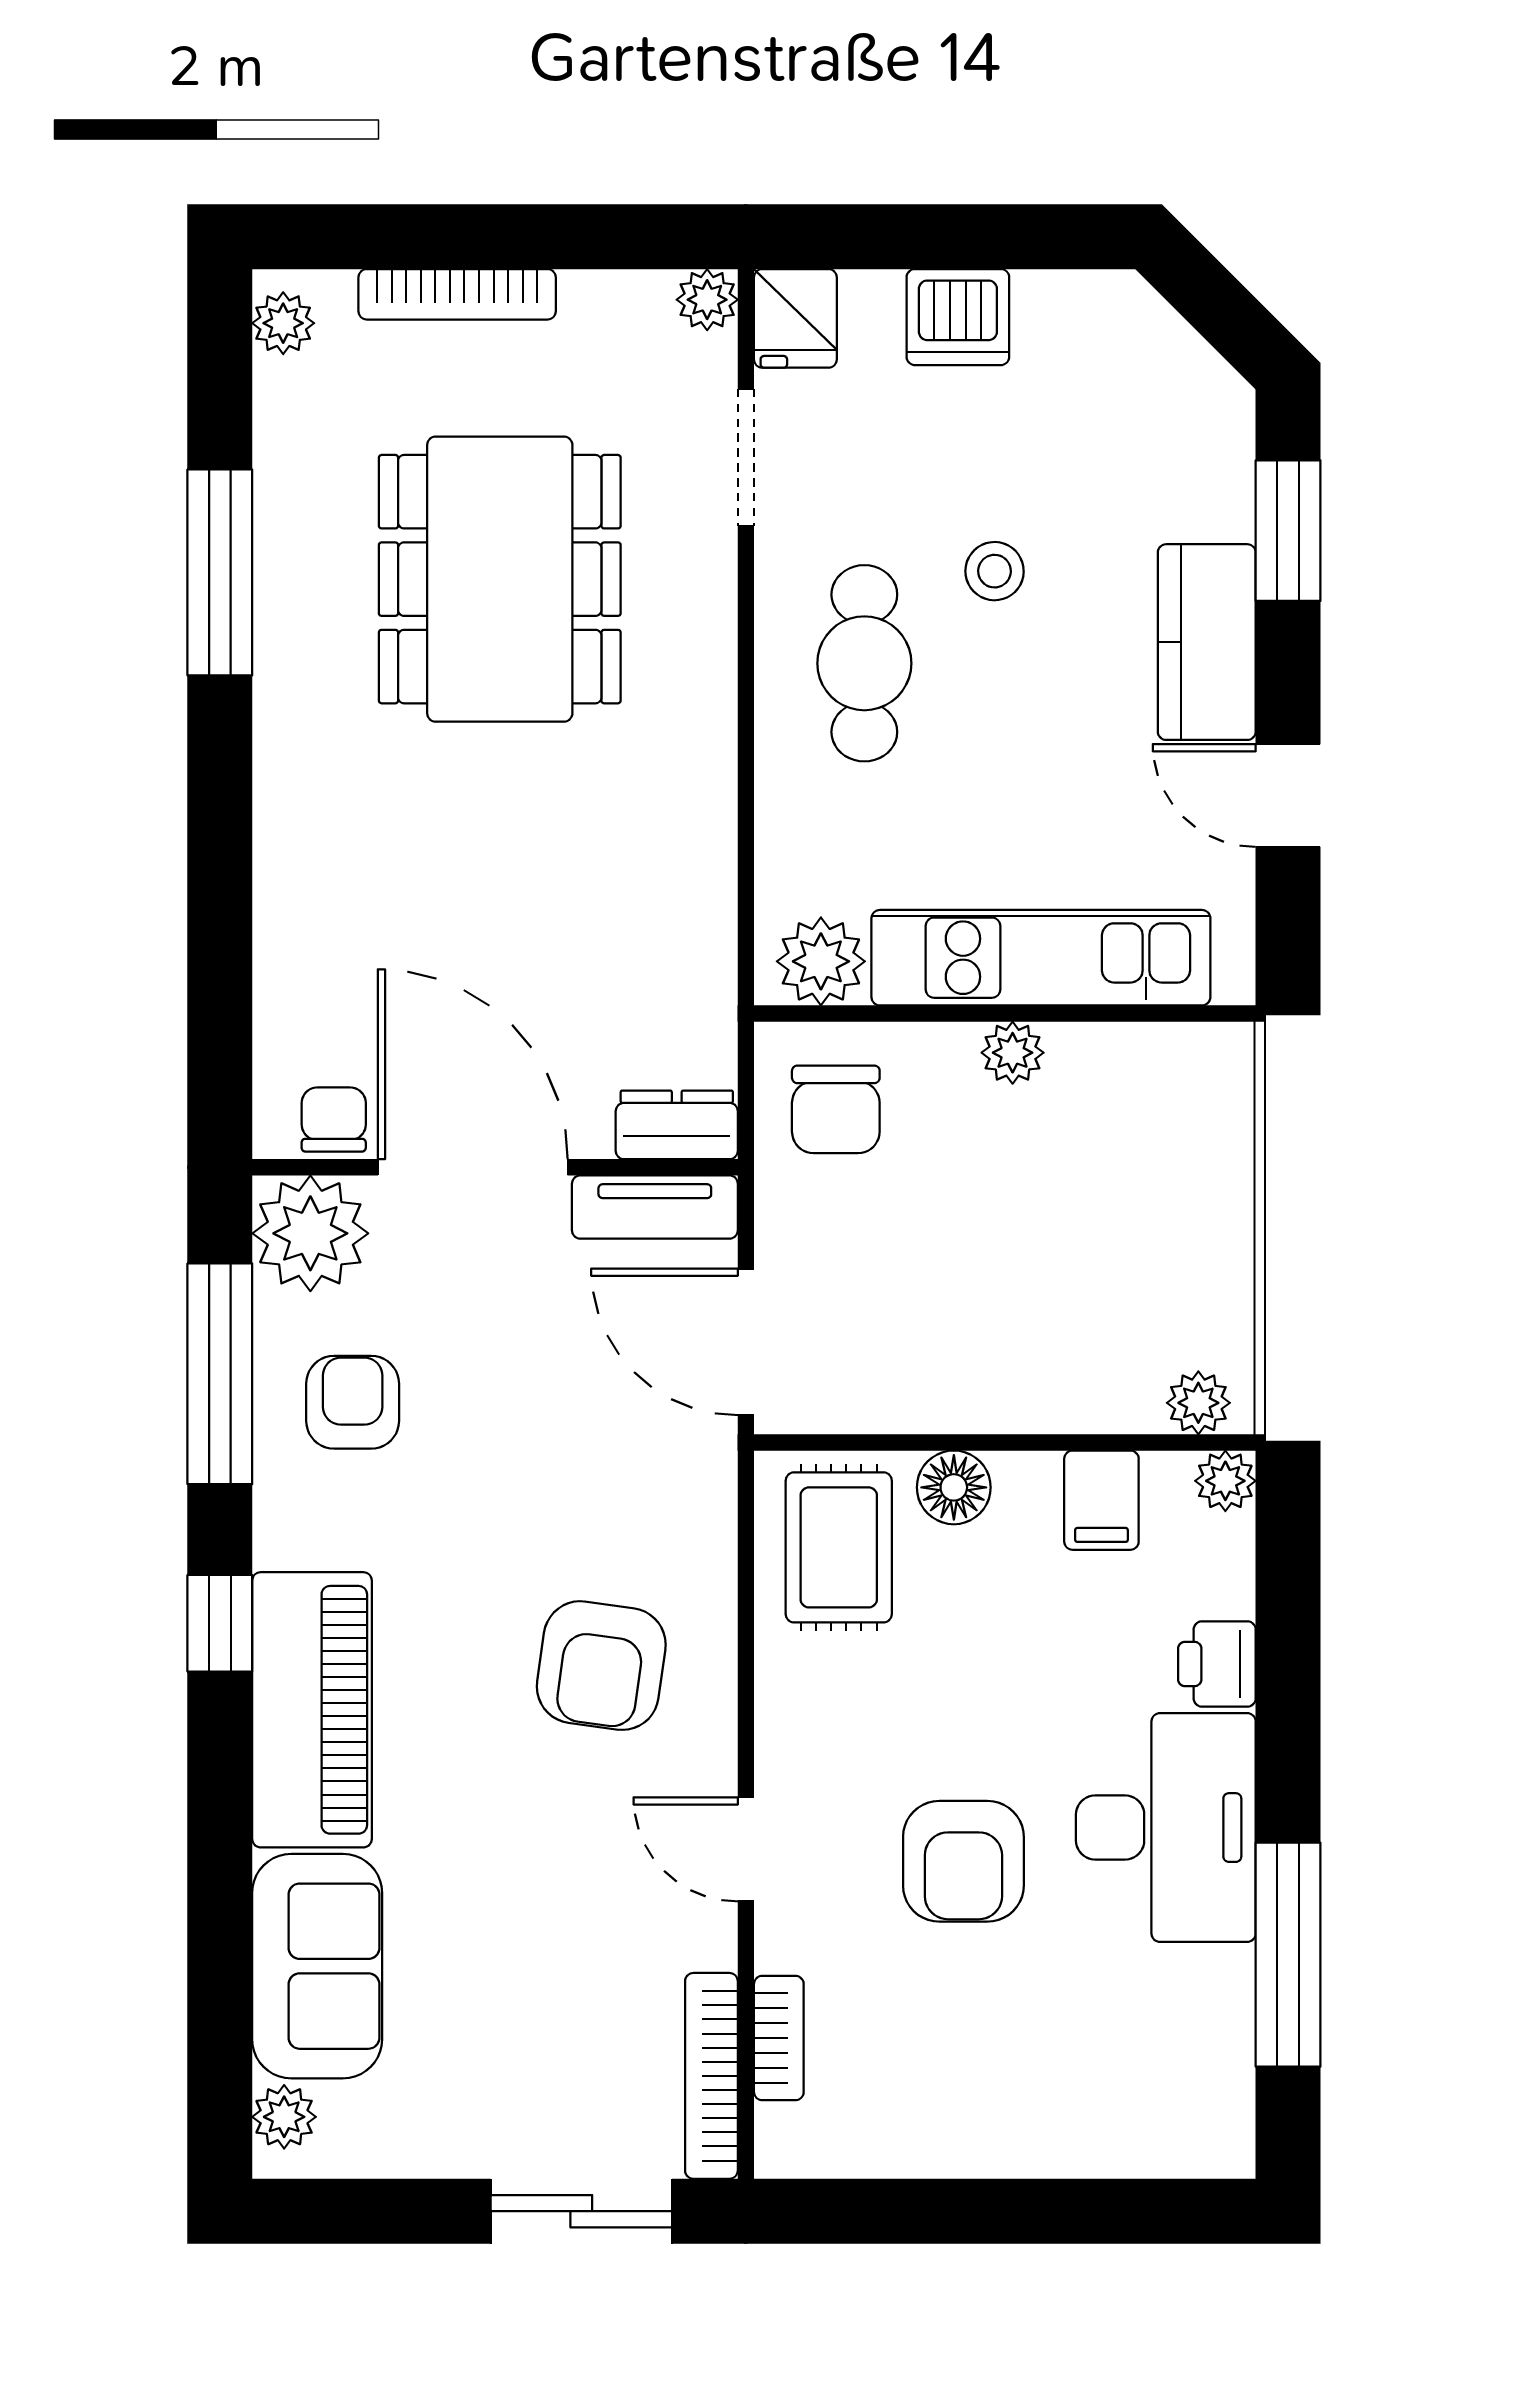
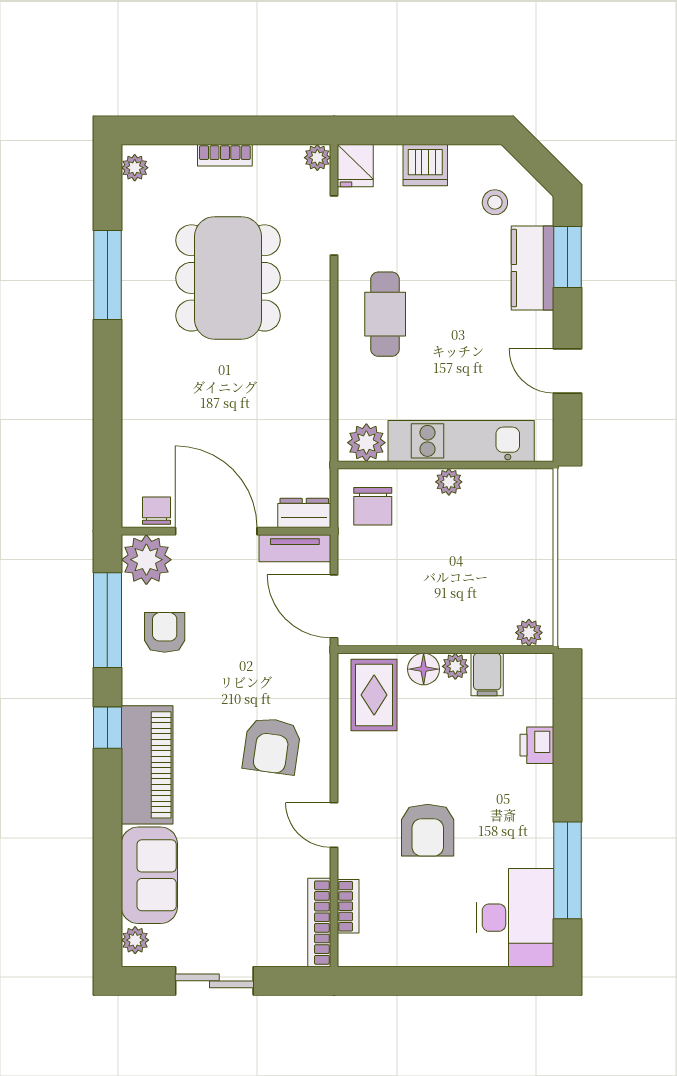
bookcase: (457, 294) -> (225, 155), width x0.64
stool: (995, 571) -> (495, 202), moved
kitchen counter: (1207, 642) -> (532, 268), moved
plant: (1225, 1481) -> (455, 666), moved
desk: (1166, 1828) -> (515, 918), moved
sliding door: (581, 2211) -> (214, 981), moved

